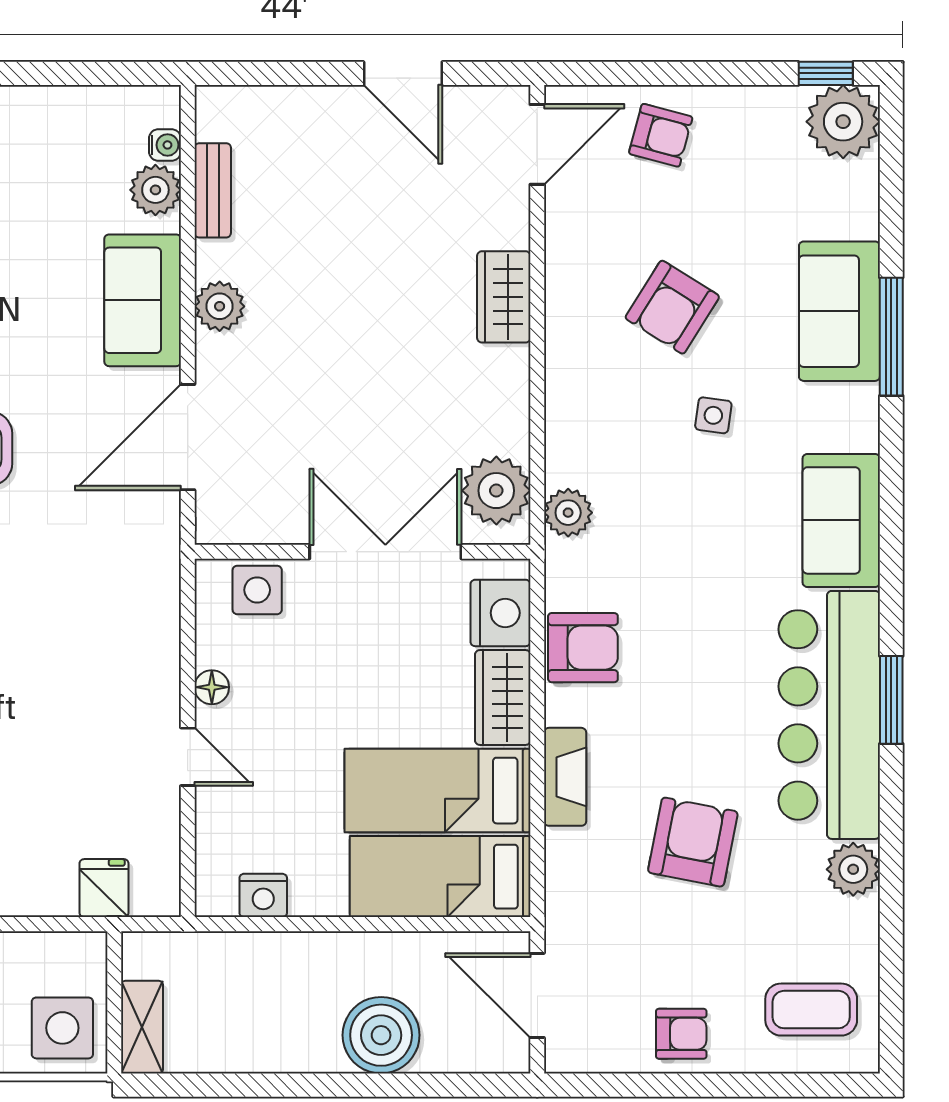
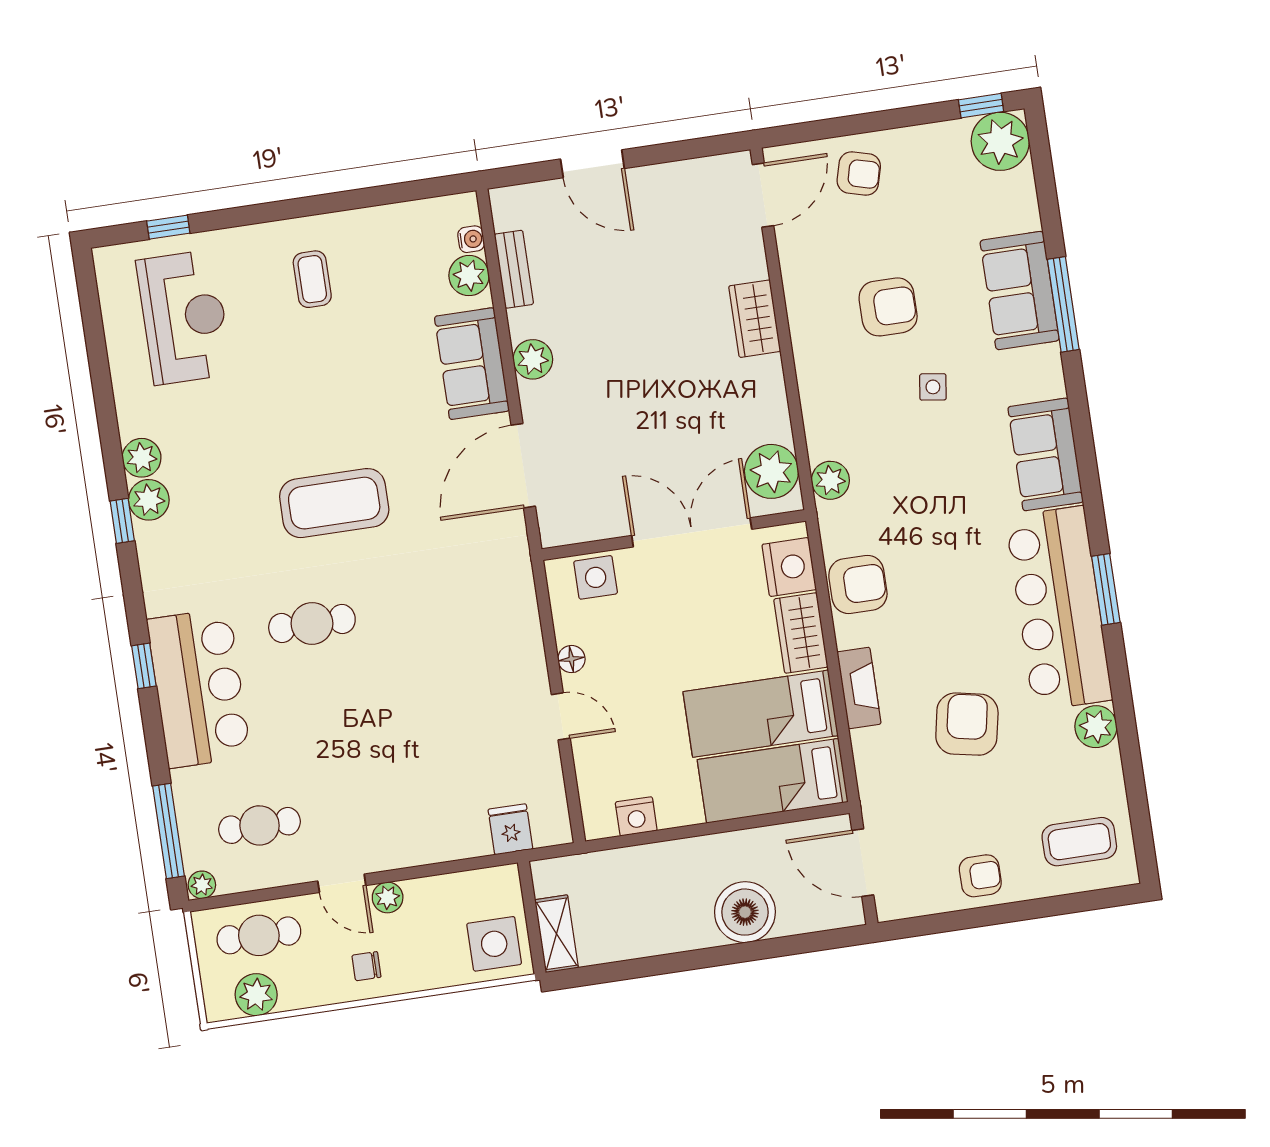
door: (403, 73) -> (592, 164), moved
armchair: (672, 307) -> (888, 307), turned -122

